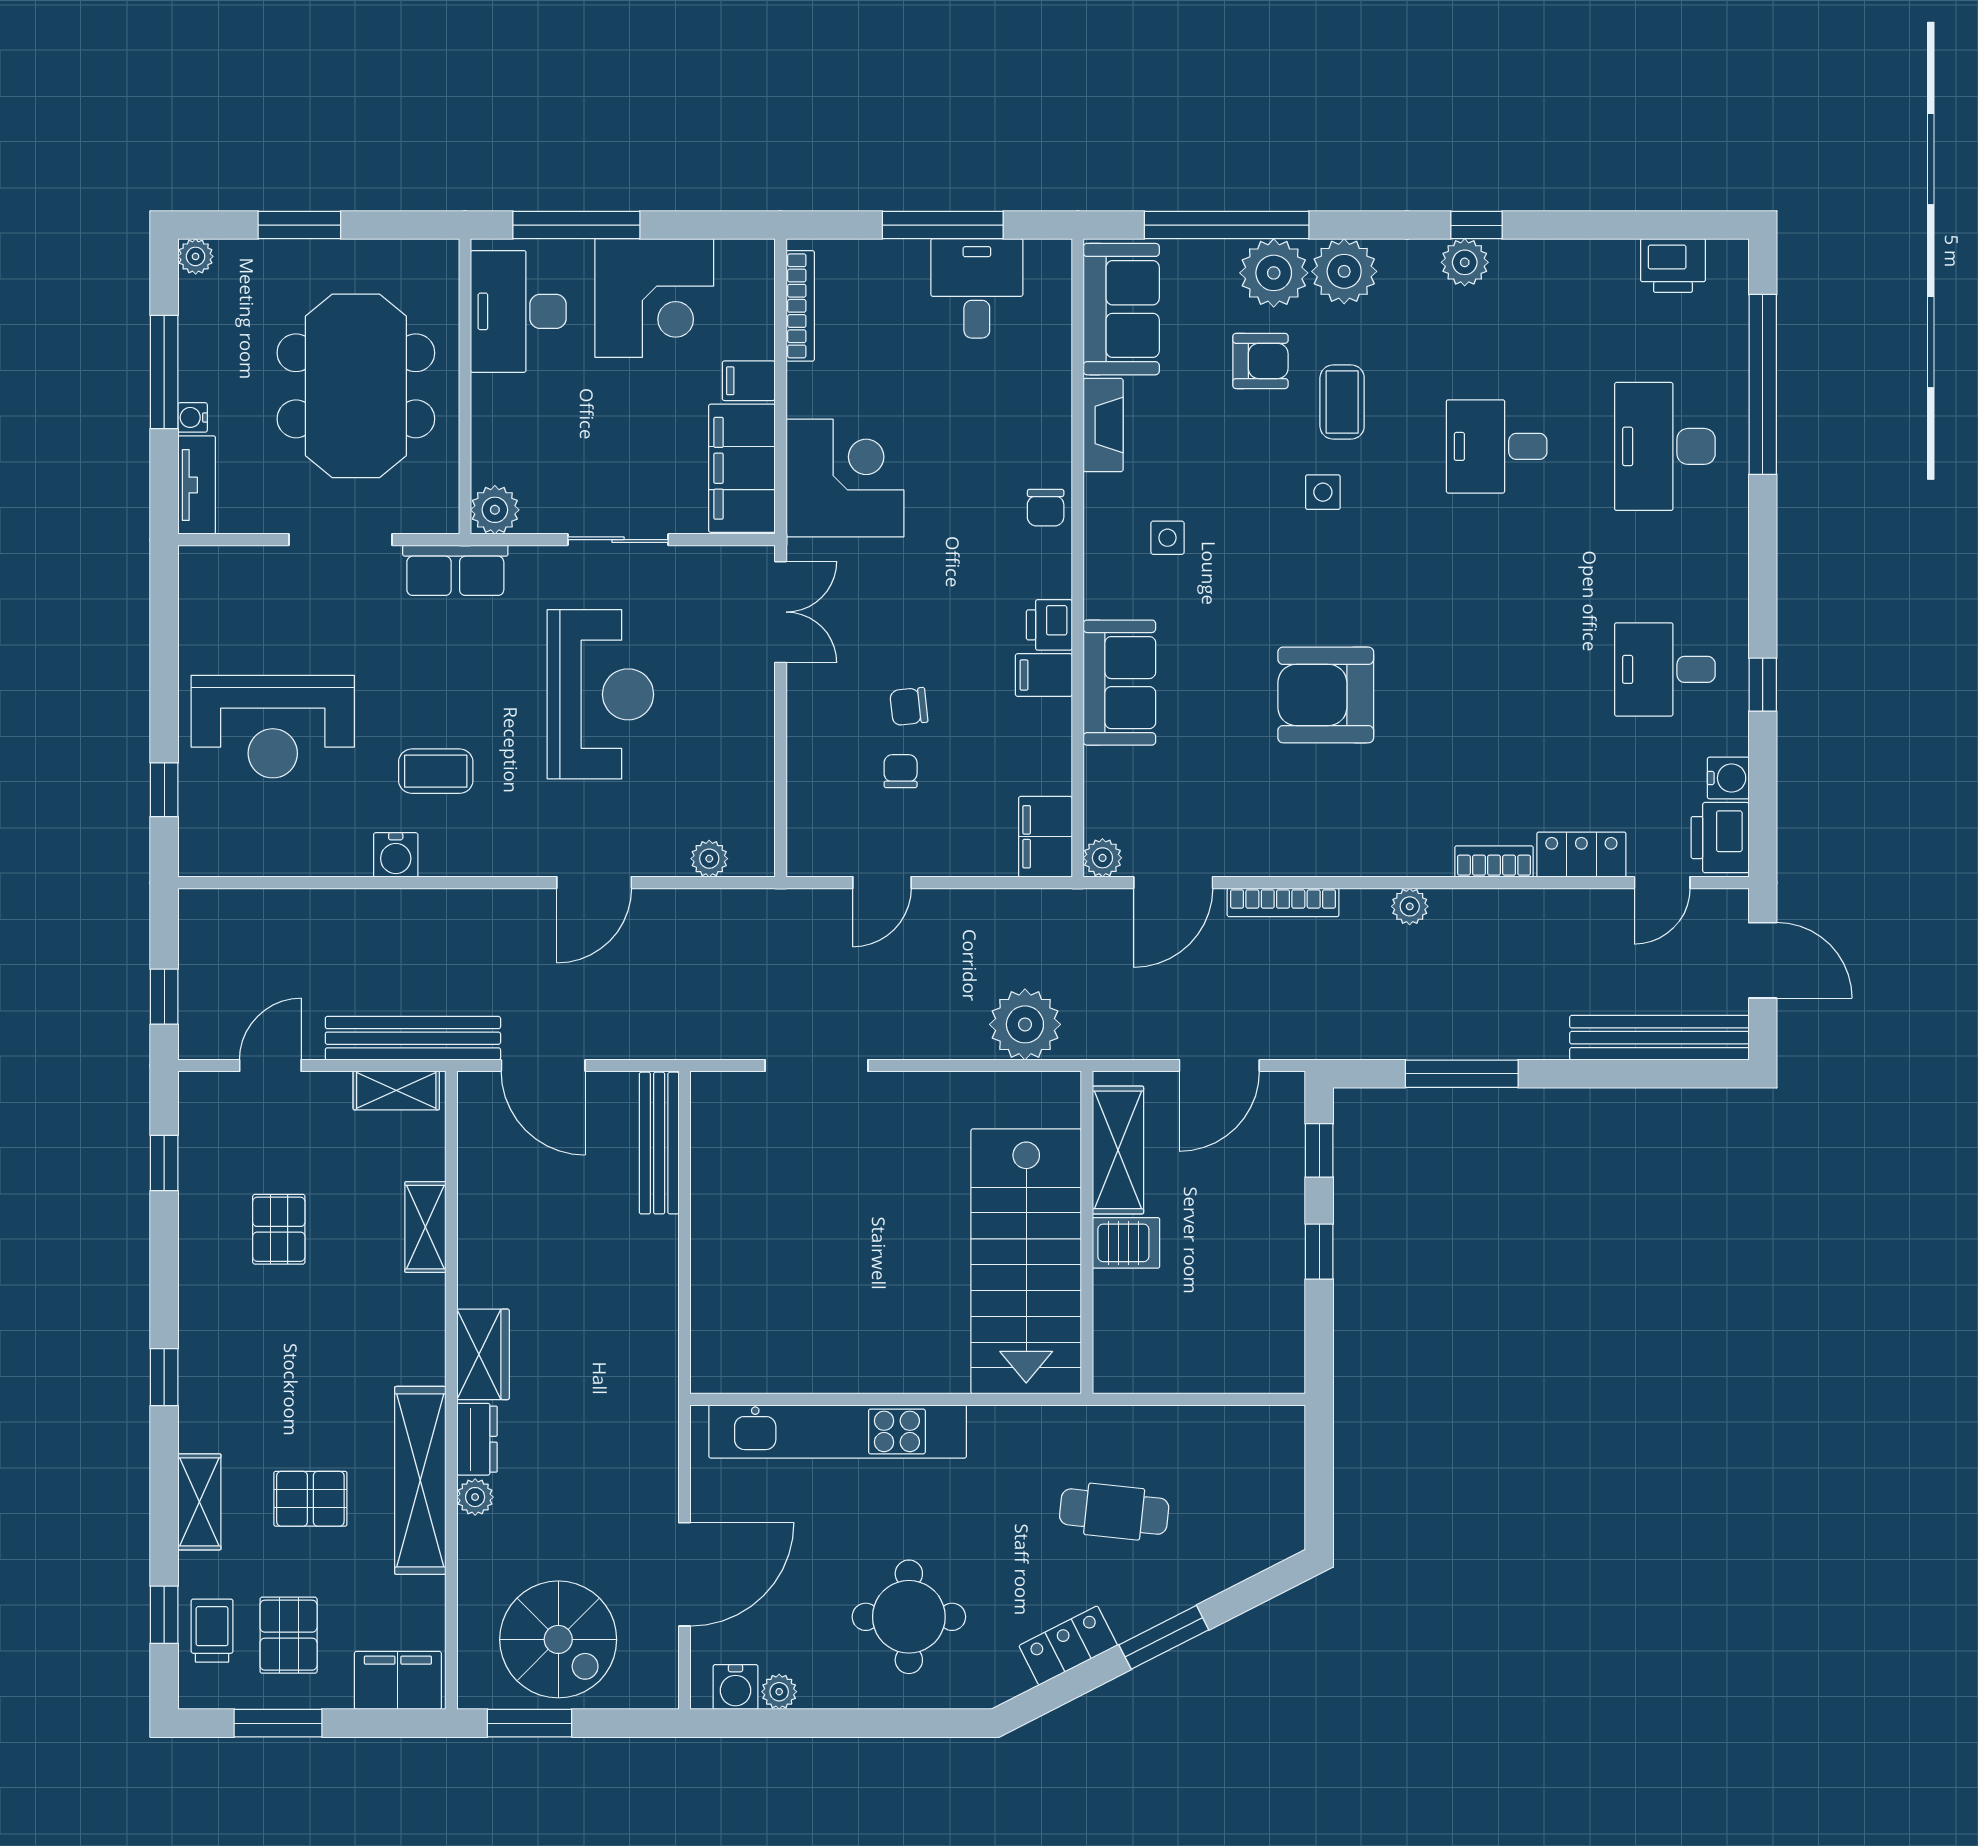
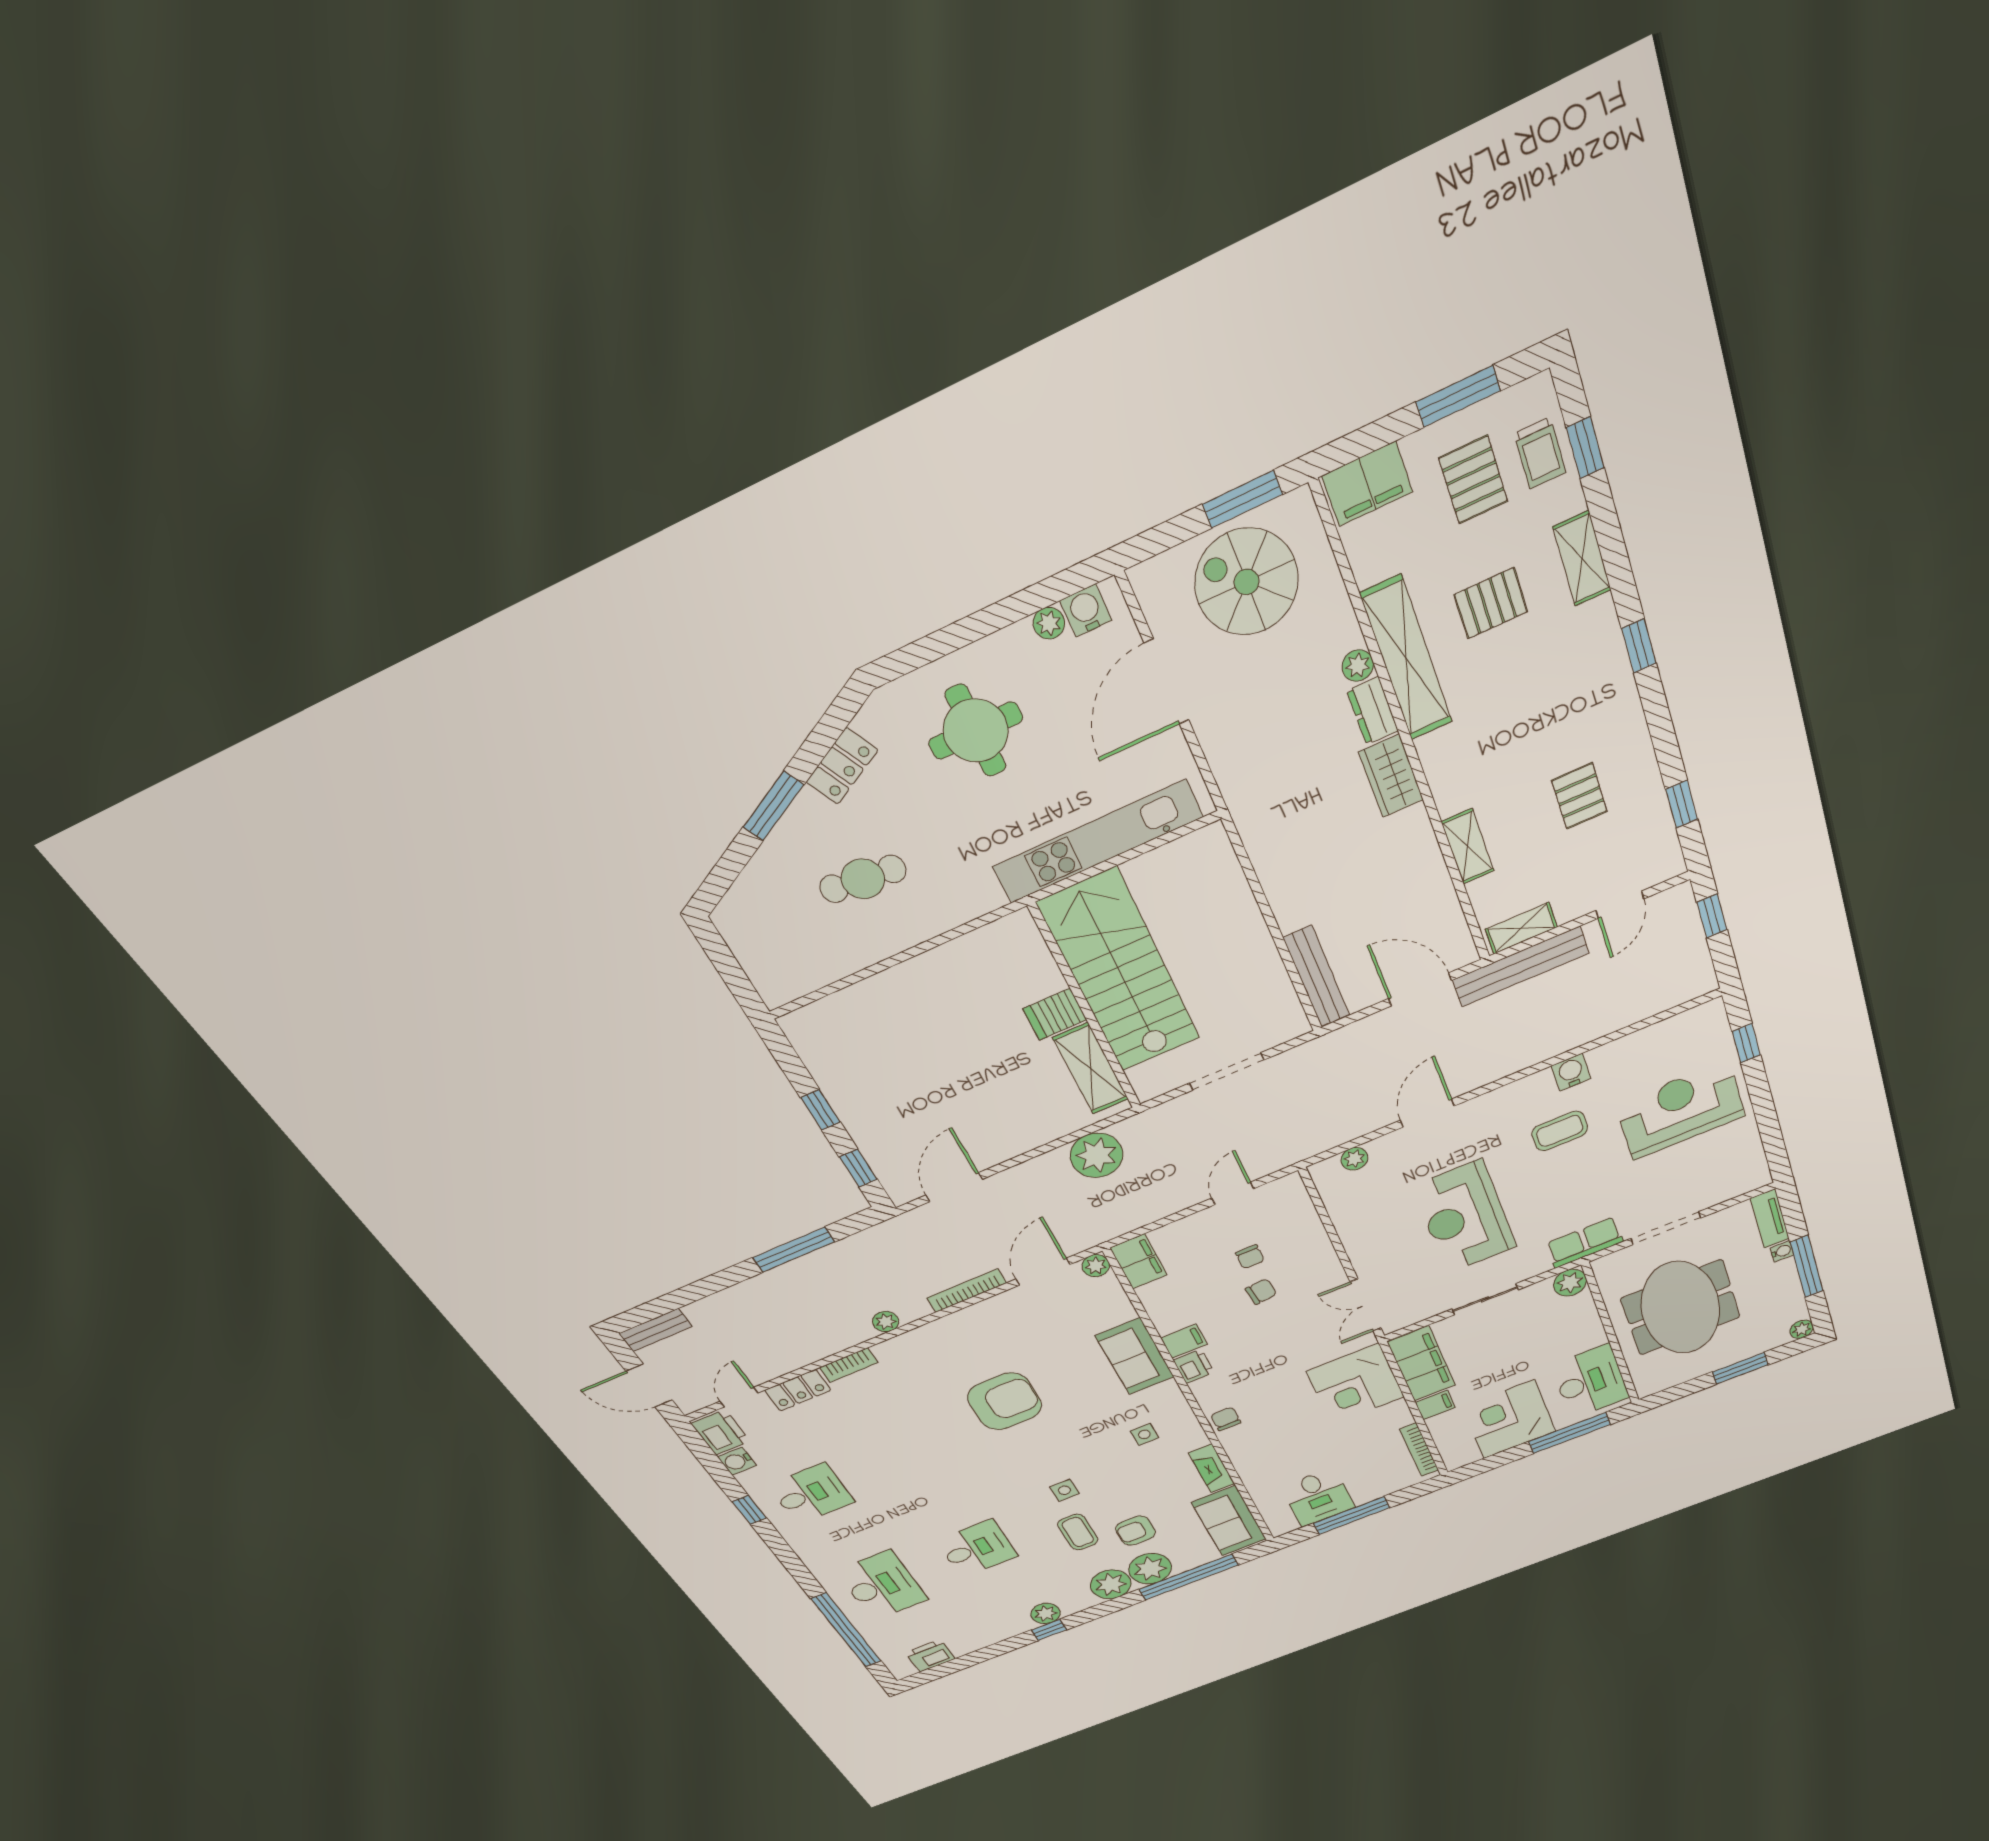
bench: (1659, 1038) -> (655, 1330), width x0.54, depth x0.82
shelving: (1118, 1150) -> (1091, 1069), moved
wall: (1087, 1232) -> (1086, 1009), moved
server rack: (1126, 1243) -> (1055, 1014), moved
stairs: (1026, 1261) -> (1120, 972), moved

